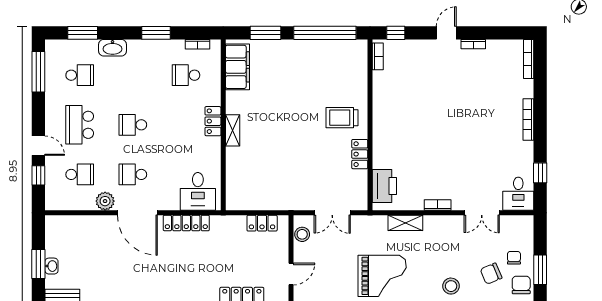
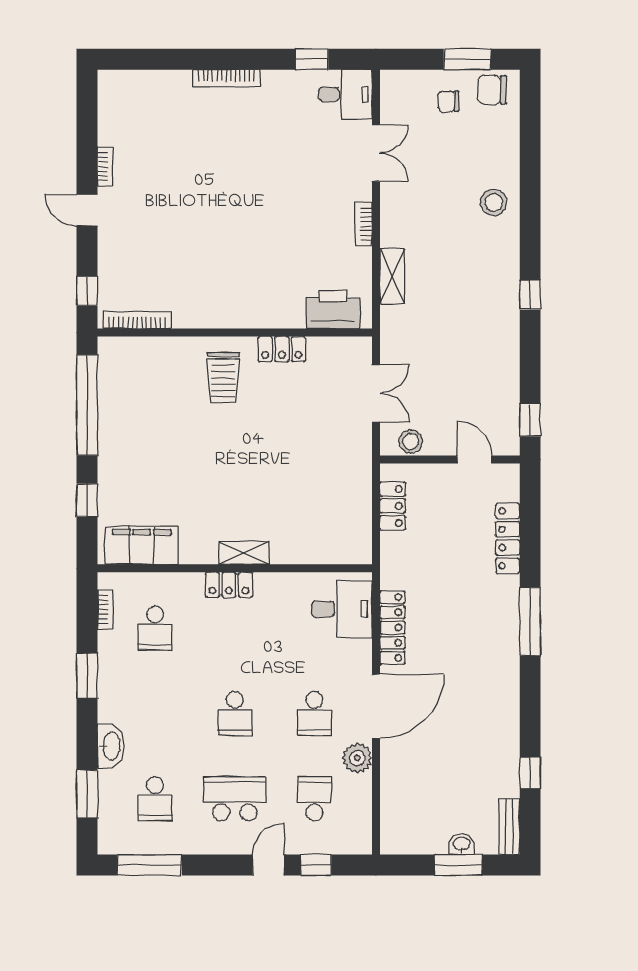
window: (266, 33) -> (87, 500), width x0.67
bookcase: (378, 56) -> (137, 320), width x1.56
bookcase: (529, 59) -> (129, 78), removed
school desk: (80, 75) -> (155, 799), turned 180
school desk: (80, 125) -> (235, 799), turned 180
chair: (491, 274) -> (474, 138), removed
grand piano: (382, 276) -> (477, 313), removed

